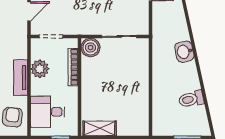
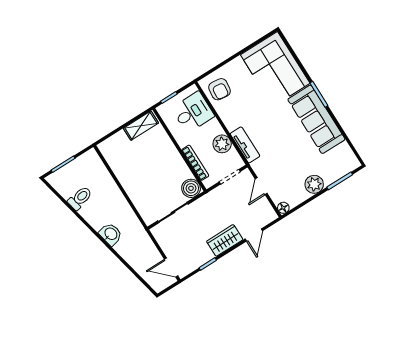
tv unit: (21, 78) -> (245, 145), moved

